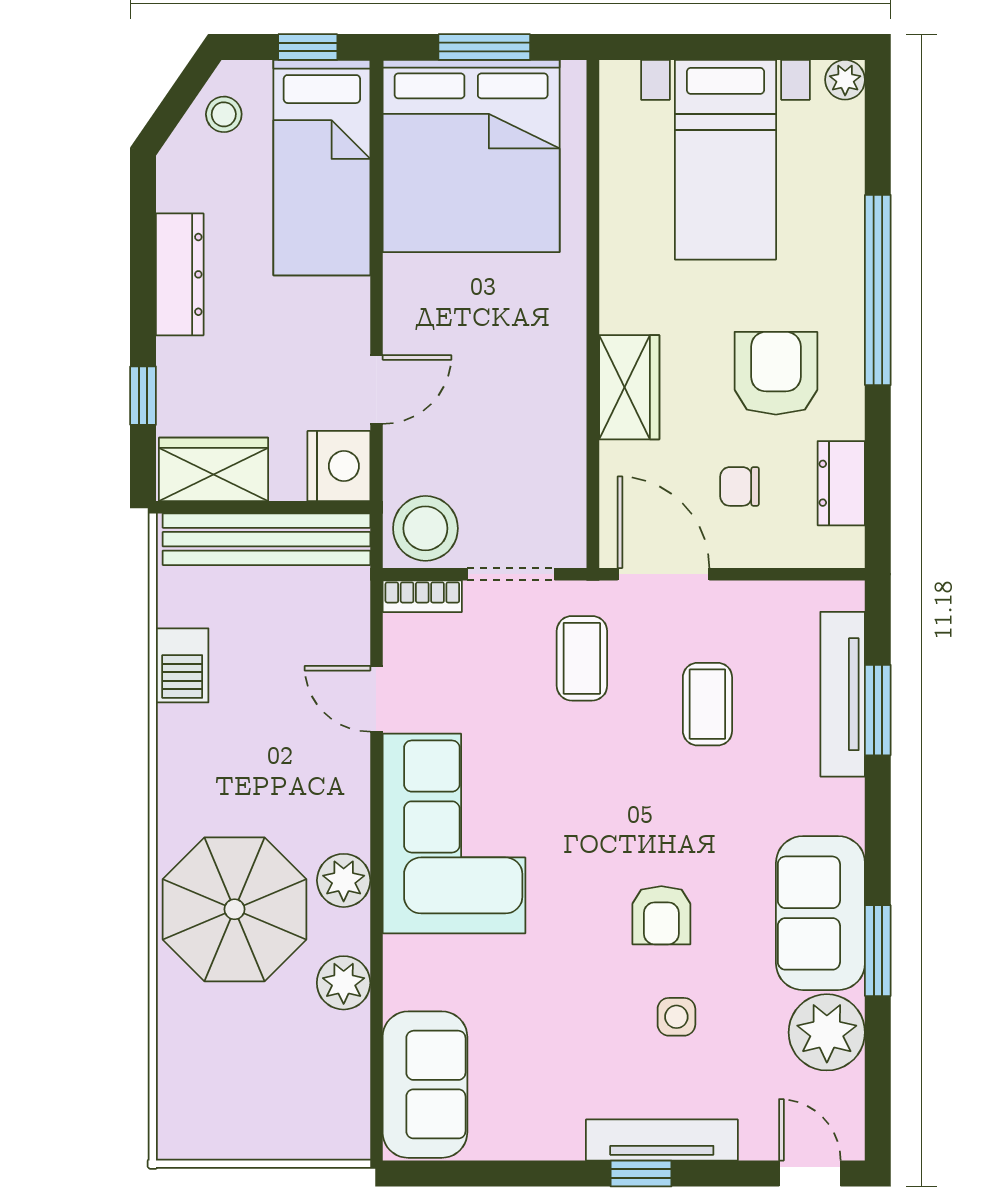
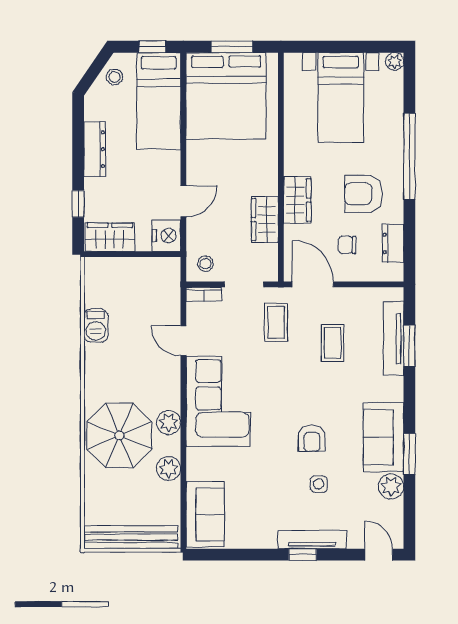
armchair: (776, 373) -> (363, 194), turned -90
wardrobe: (557, 431) -> (265, 220), added
stool: (425, 528) -> (205, 264), width x0.53, depth x0.53
bench: (267, 539) -> (131, 537), moved
plant: (827, 1032) -> (391, 486), width x0.73, depth x0.73

